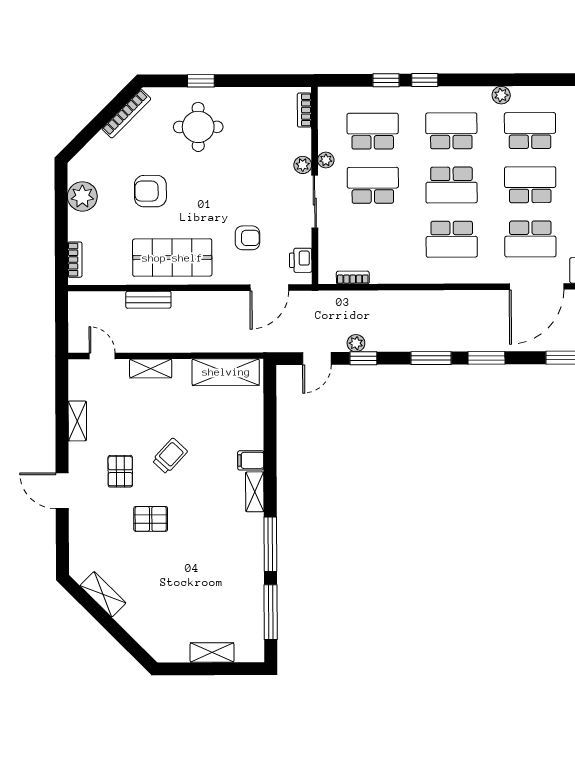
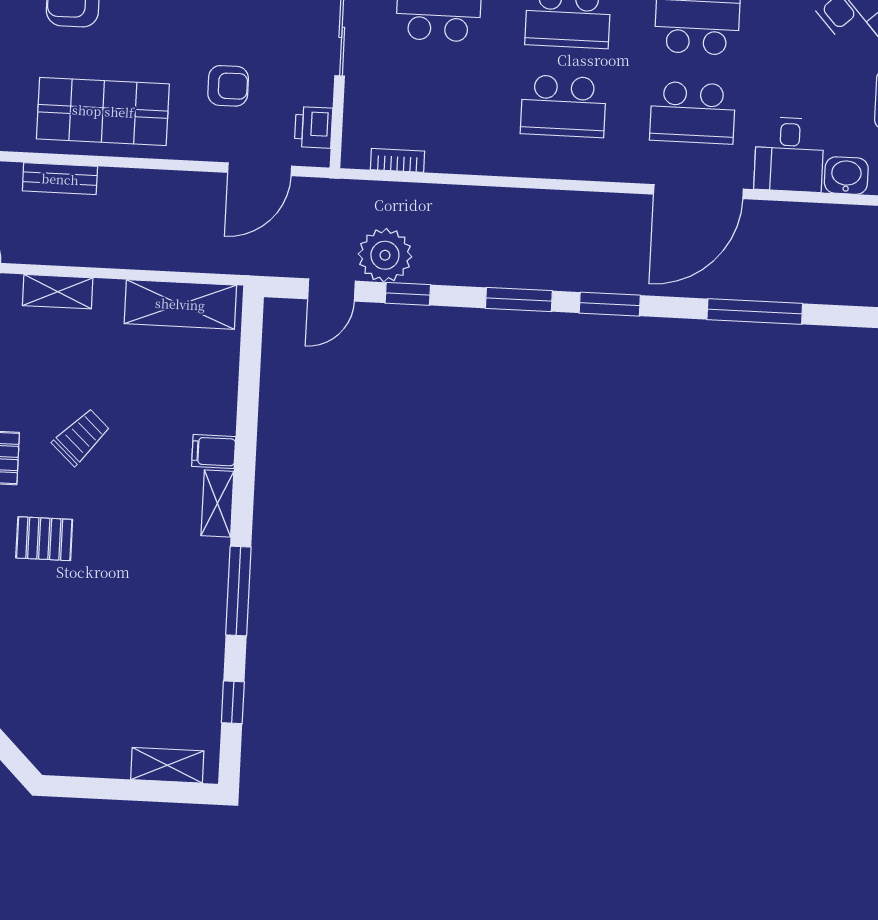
plant: (356, 343) -> (385, 255), width x1.87, depth x1.87
window: (271, 612) -> (233, 702), width x0.46
shelving: (212, 652) -> (167, 765), moved

